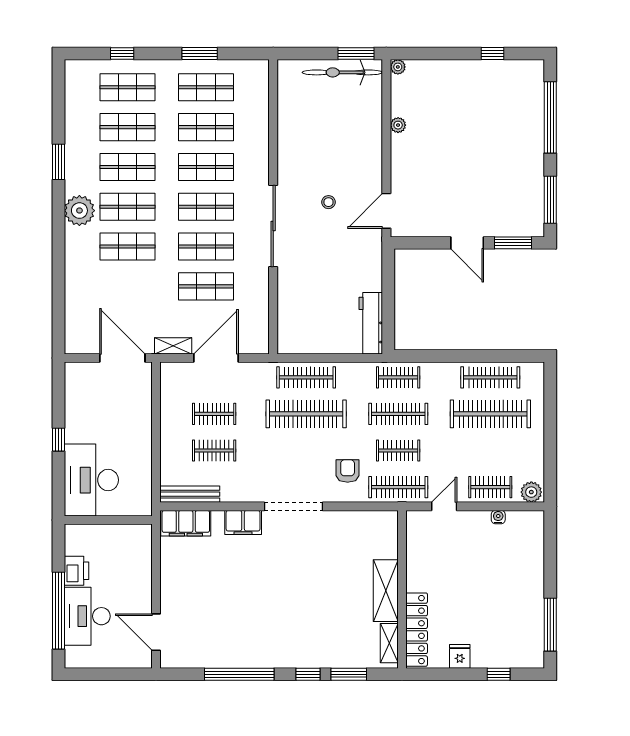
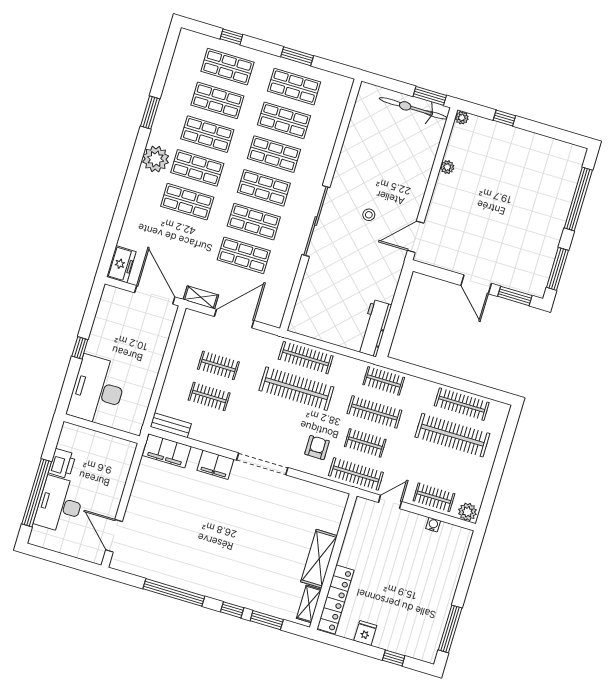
window: (493, 54) -> (504, 118), moved
freezer: (76, 336) -> (121, 264), added
bench: (190, 494) -> (171, 425), width x0.73

